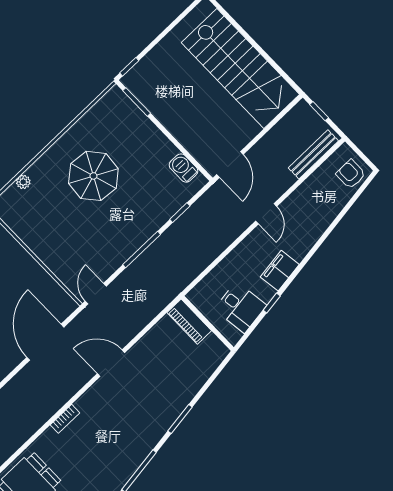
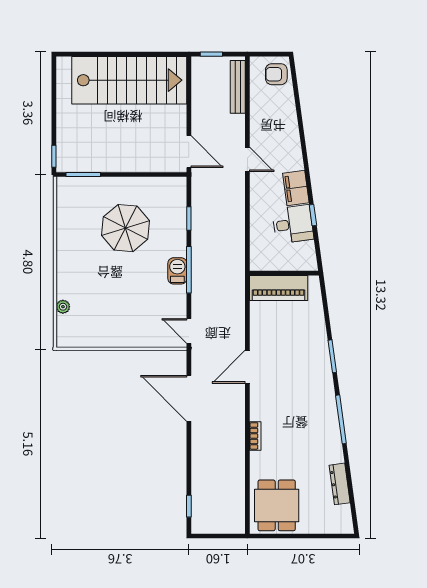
barbecue: (184, 168) -> (177, 271), moved, turned 90
parasol: (93, 176) -> (125, 228), moved
desk: (240, 307) -> (293, 224), moved
piano: (189, 322) -> (279, 288), width x1.37, depth x1.33

